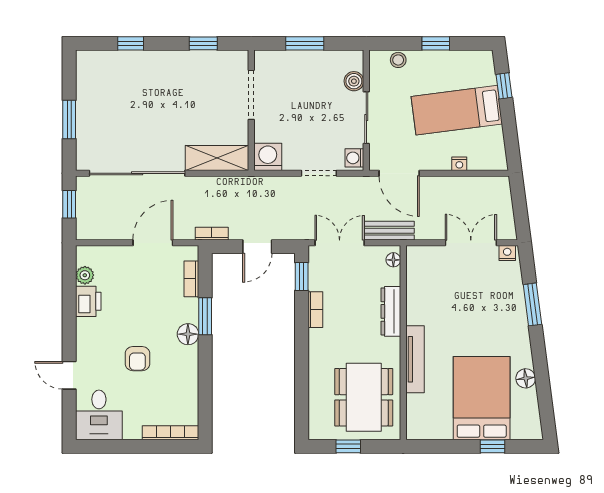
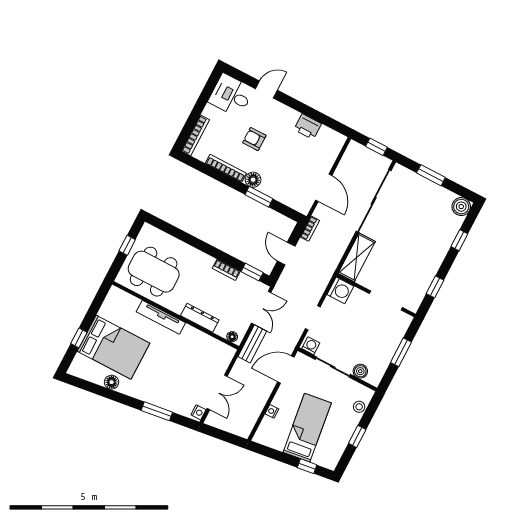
boiler: (88, 63) -> (461, 207), added
plant: (85, 275) -> (326, 133), removed
bookcase: (191, 279) -> (226, 168), moved, width x1.56

